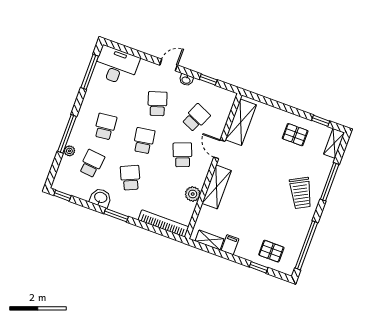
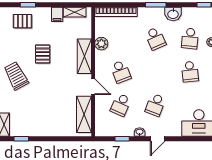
school desk: (157, 104) -> (155, 105), turned 39
pallet: (295, 135) -> (43, 54), moved, turned 90
school desk: (144, 141) -> (155, 72), removed

